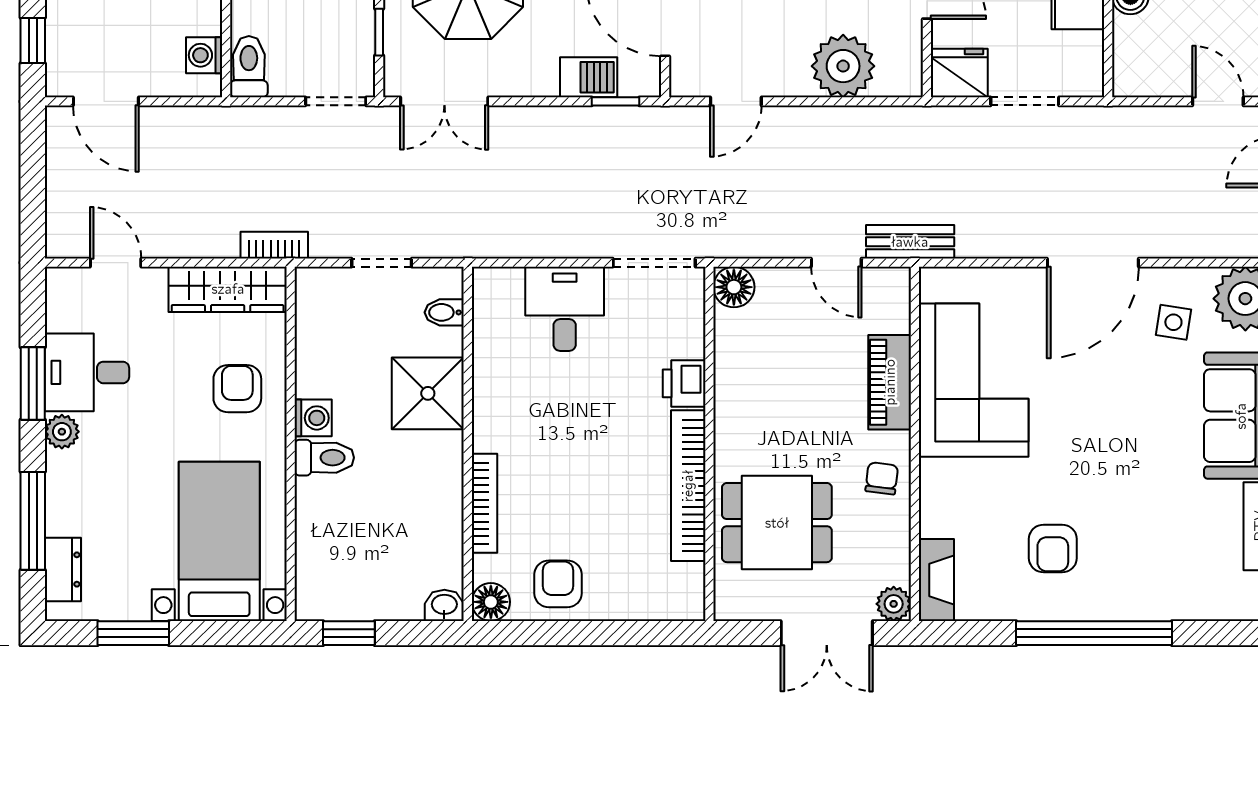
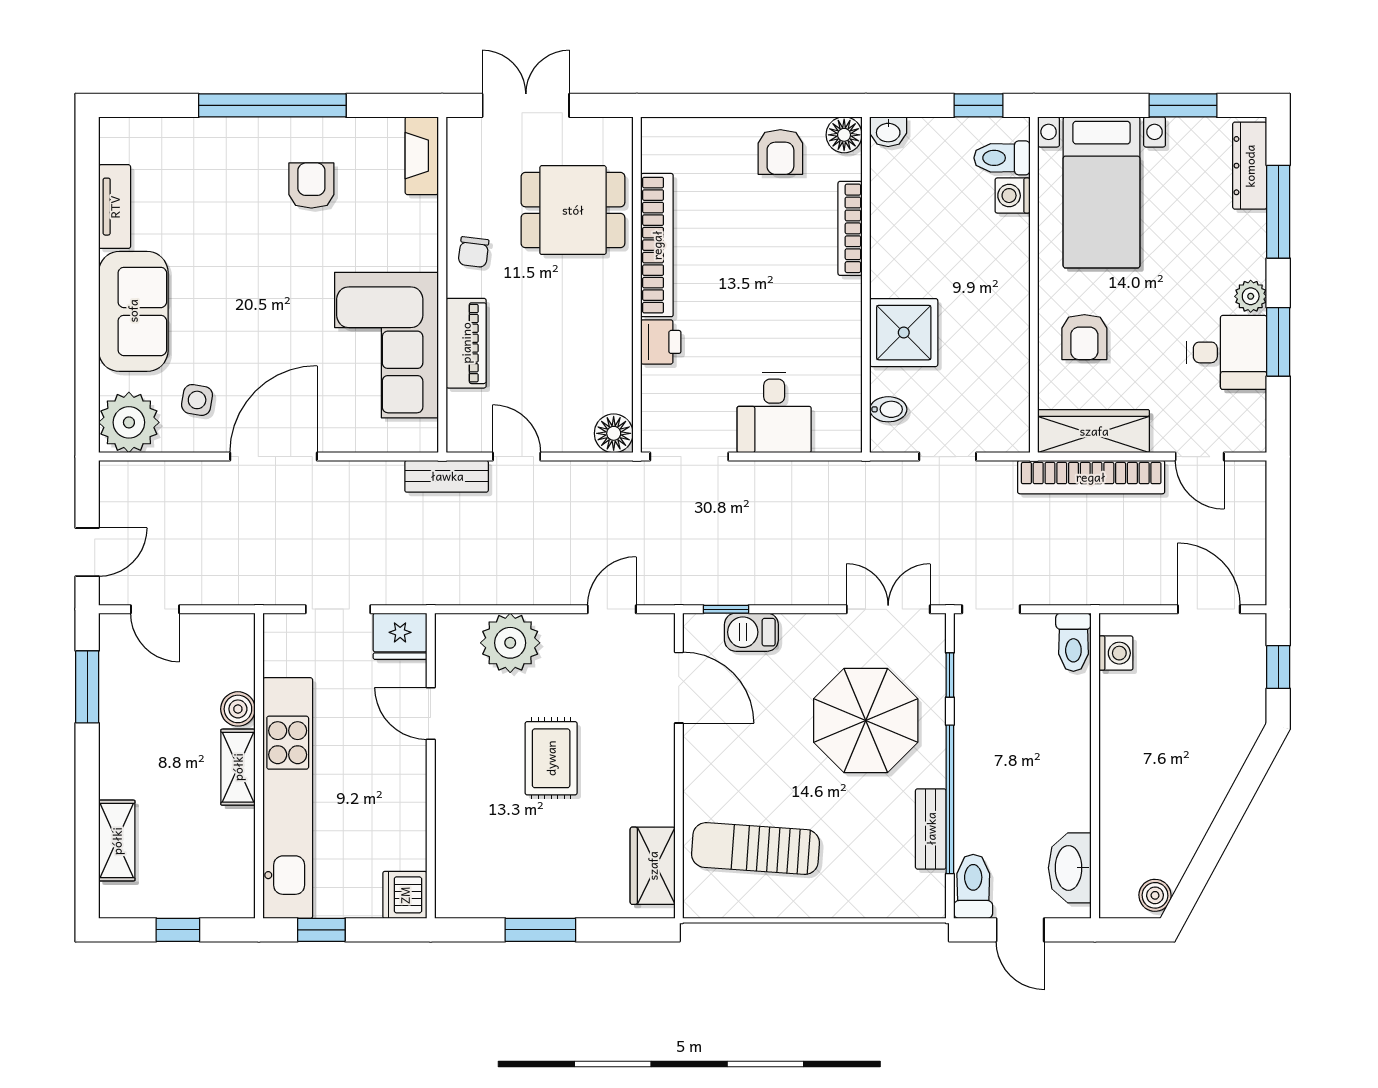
bookcase: (274, 245) -> (1091, 477), width x2.31, depth x1.31
washing machine: (313, 418) -> (1013, 196), moved
toilet: (324, 458) -> (1002, 158), moved
dresser: (63, 569) -> (1250, 166), width x1.44
plant: (894, 604) -> (462, 133), removed

